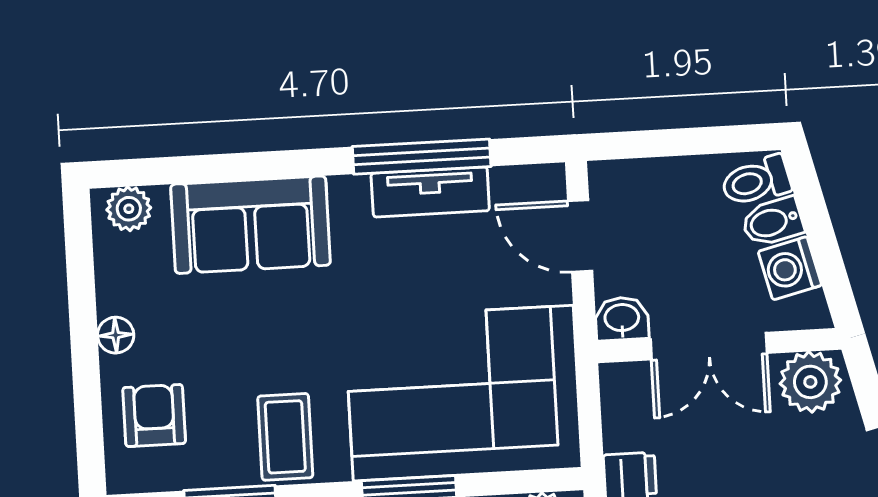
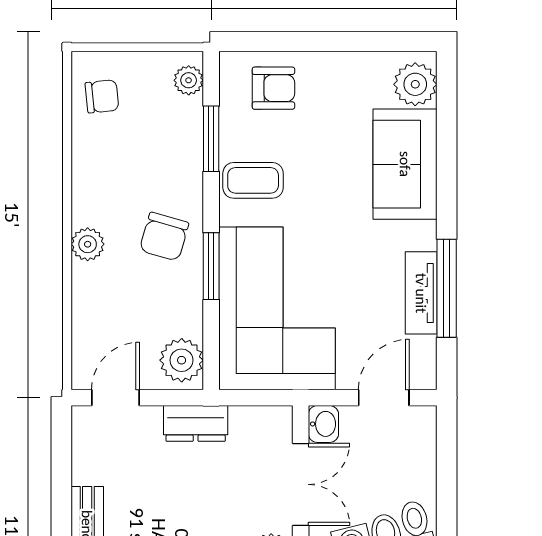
plant: (129, 209) -> (415, 84), width x1.38, depth x1.38
floor lamp: (116, 335) -> (332, 64), removed
double door: (709, 346) -> (301, 484), swing flipped

